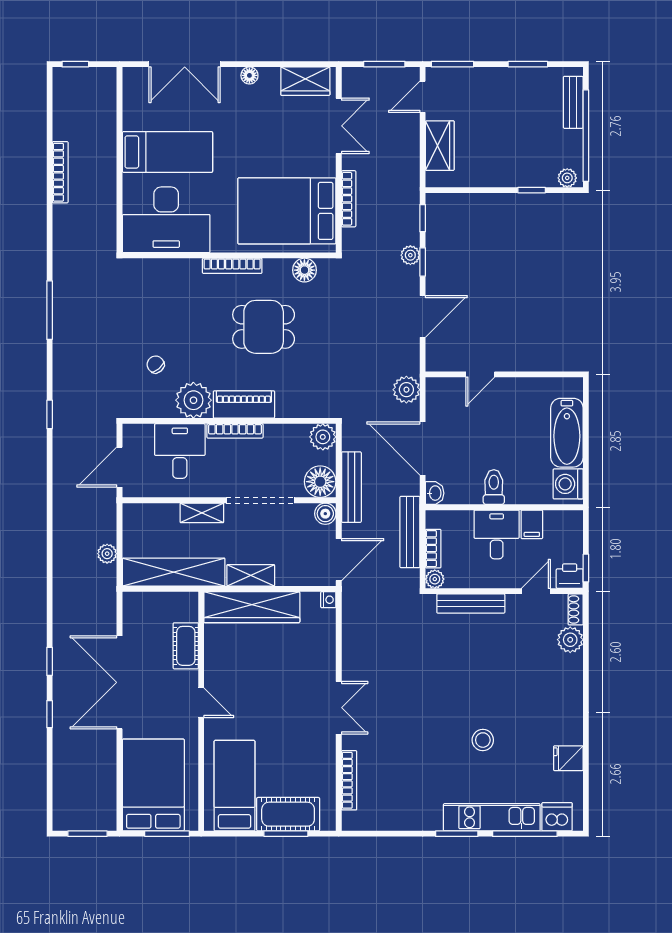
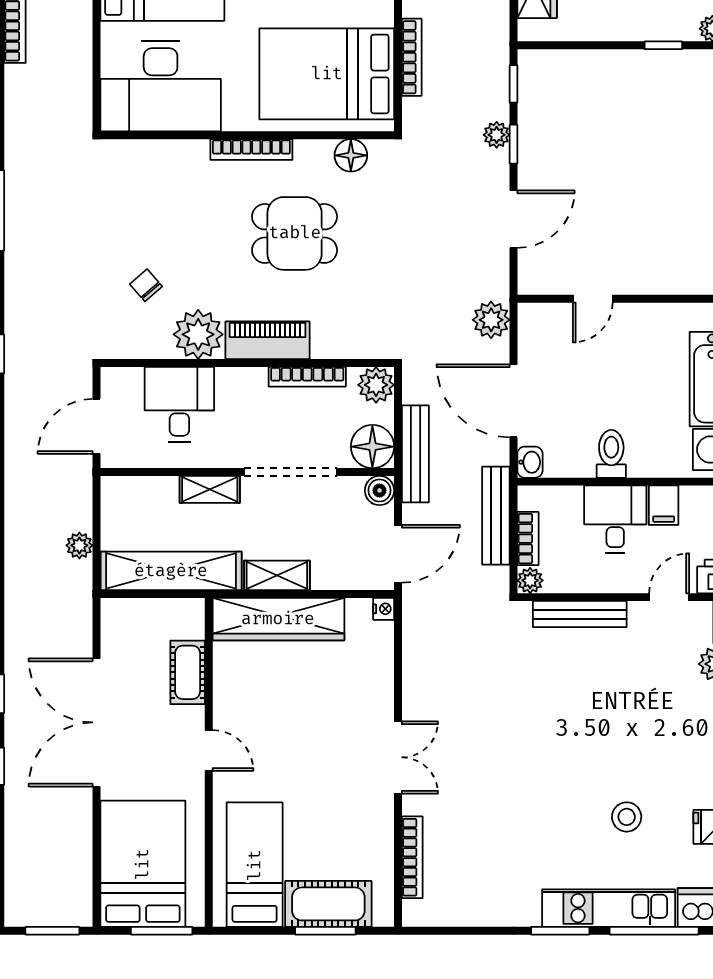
bookcase: (235, 431) -> (307, 377), moved
stool: (483, 740) -> (627, 817), moved

